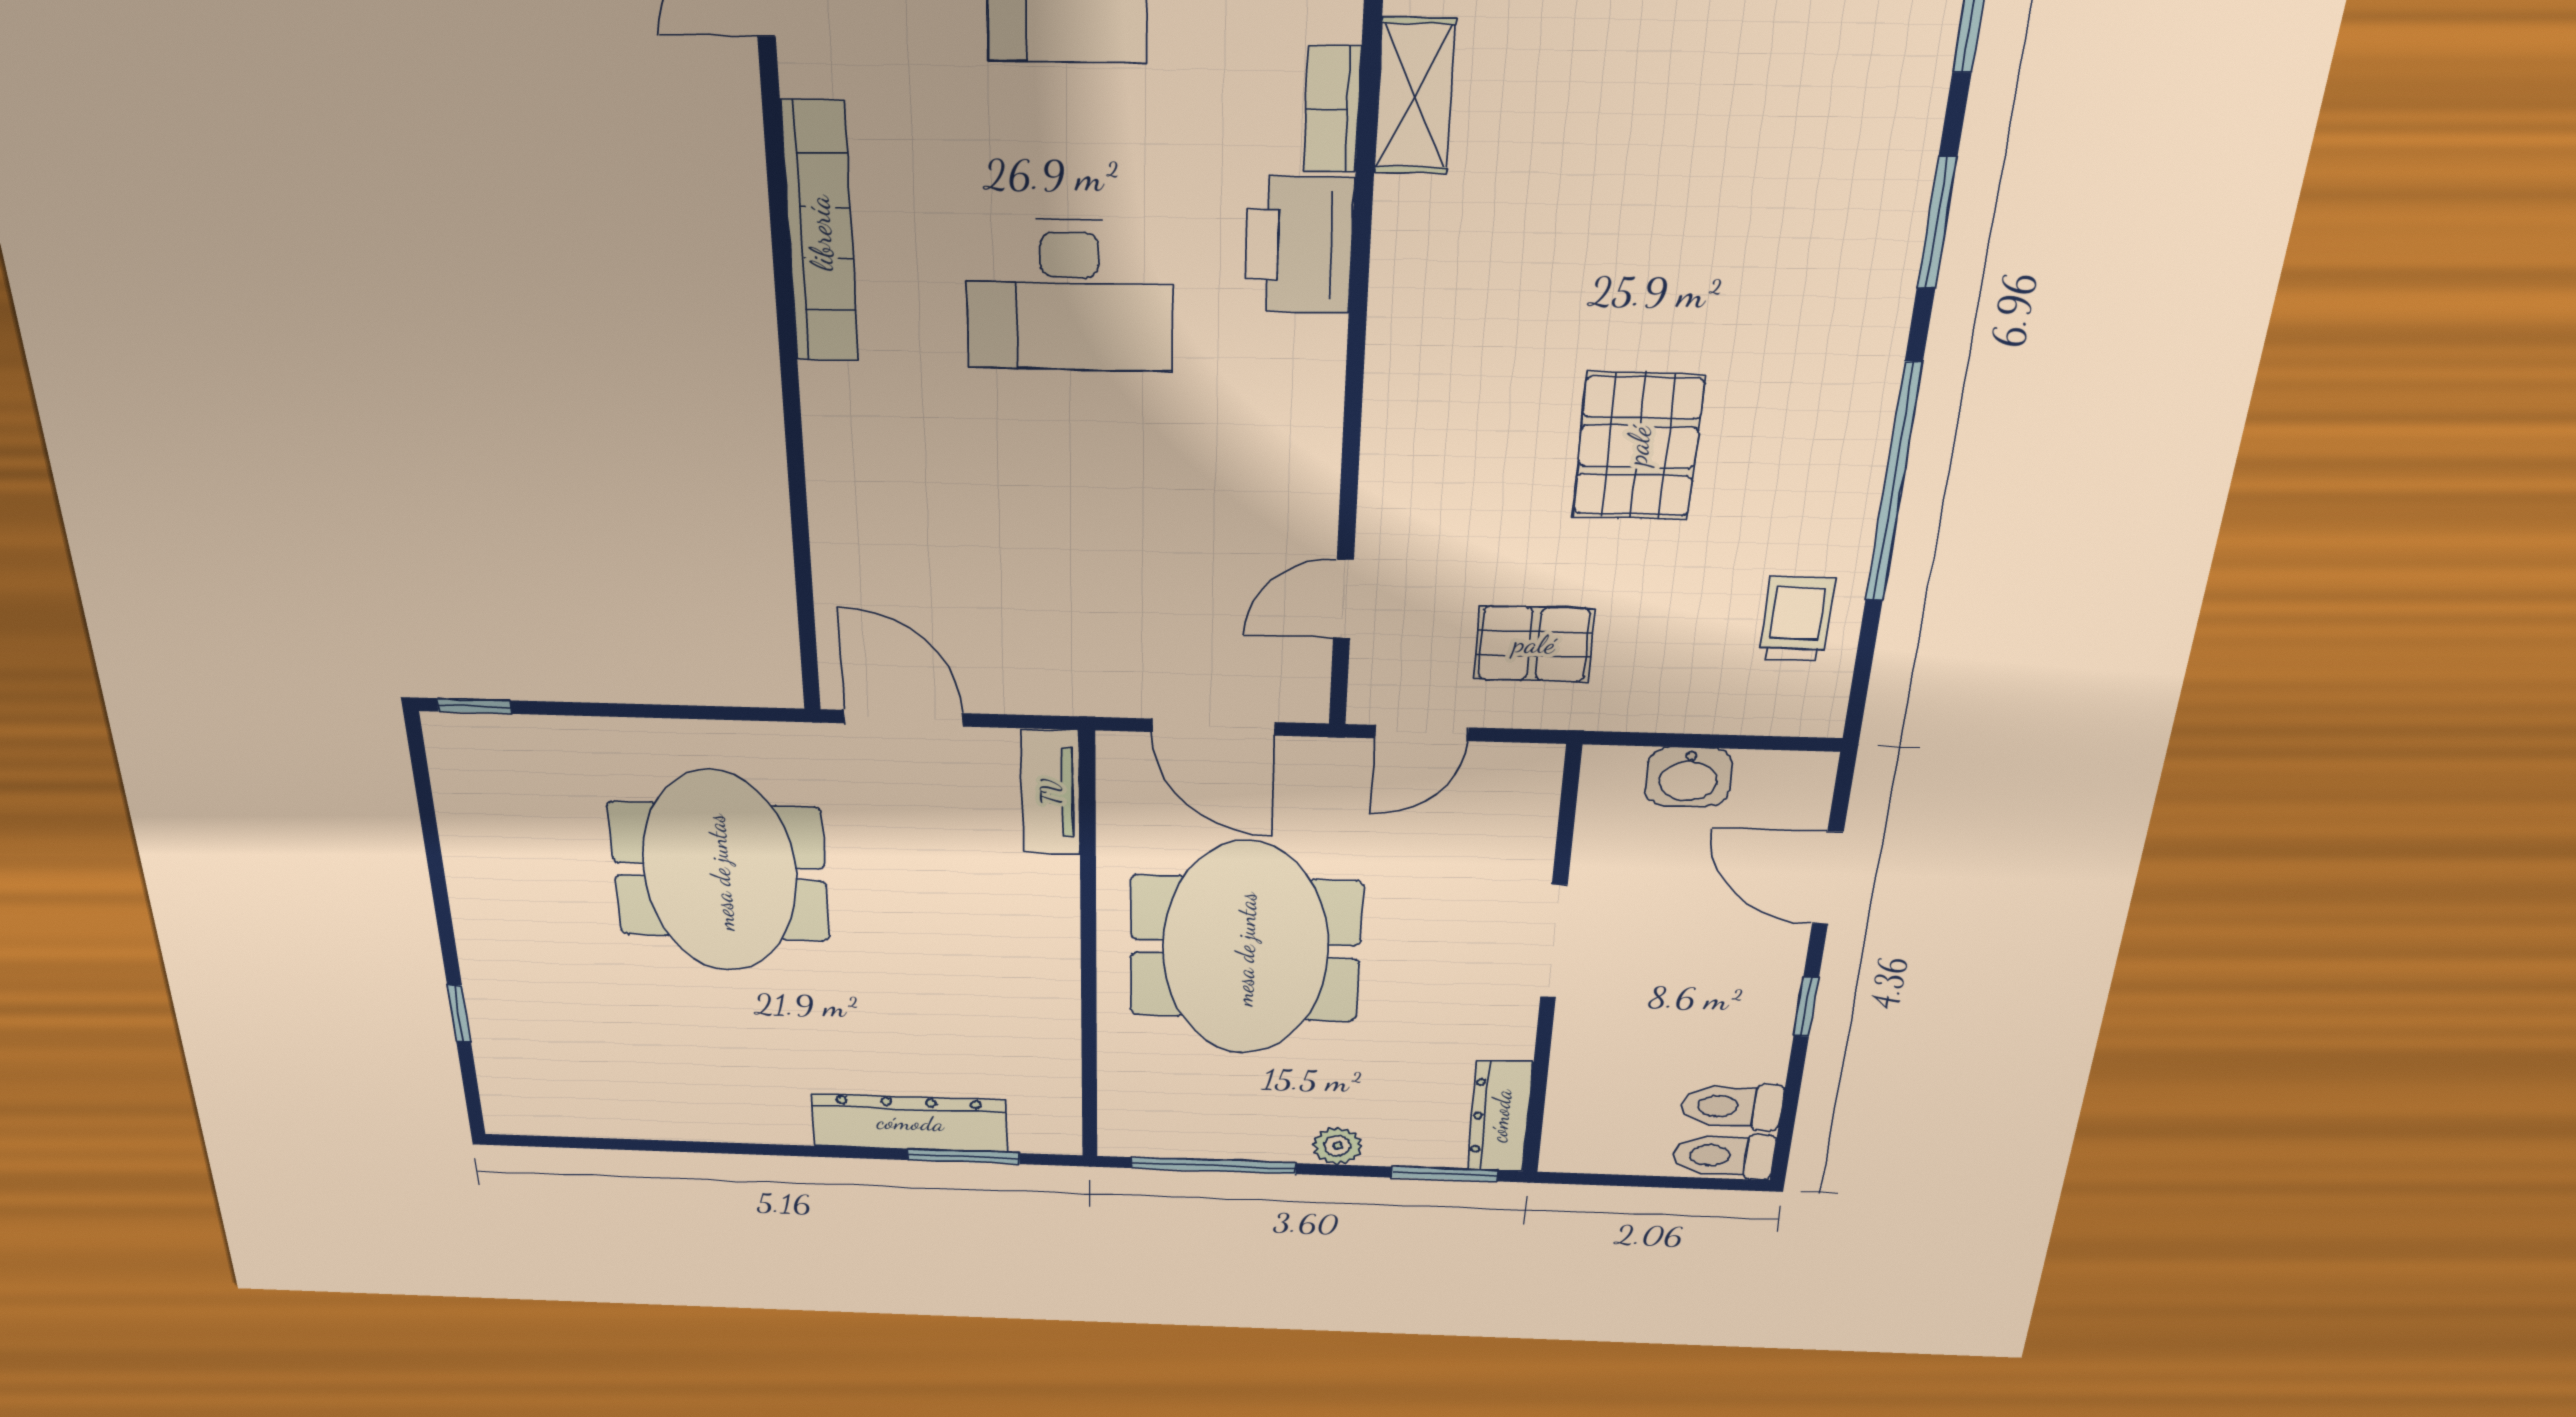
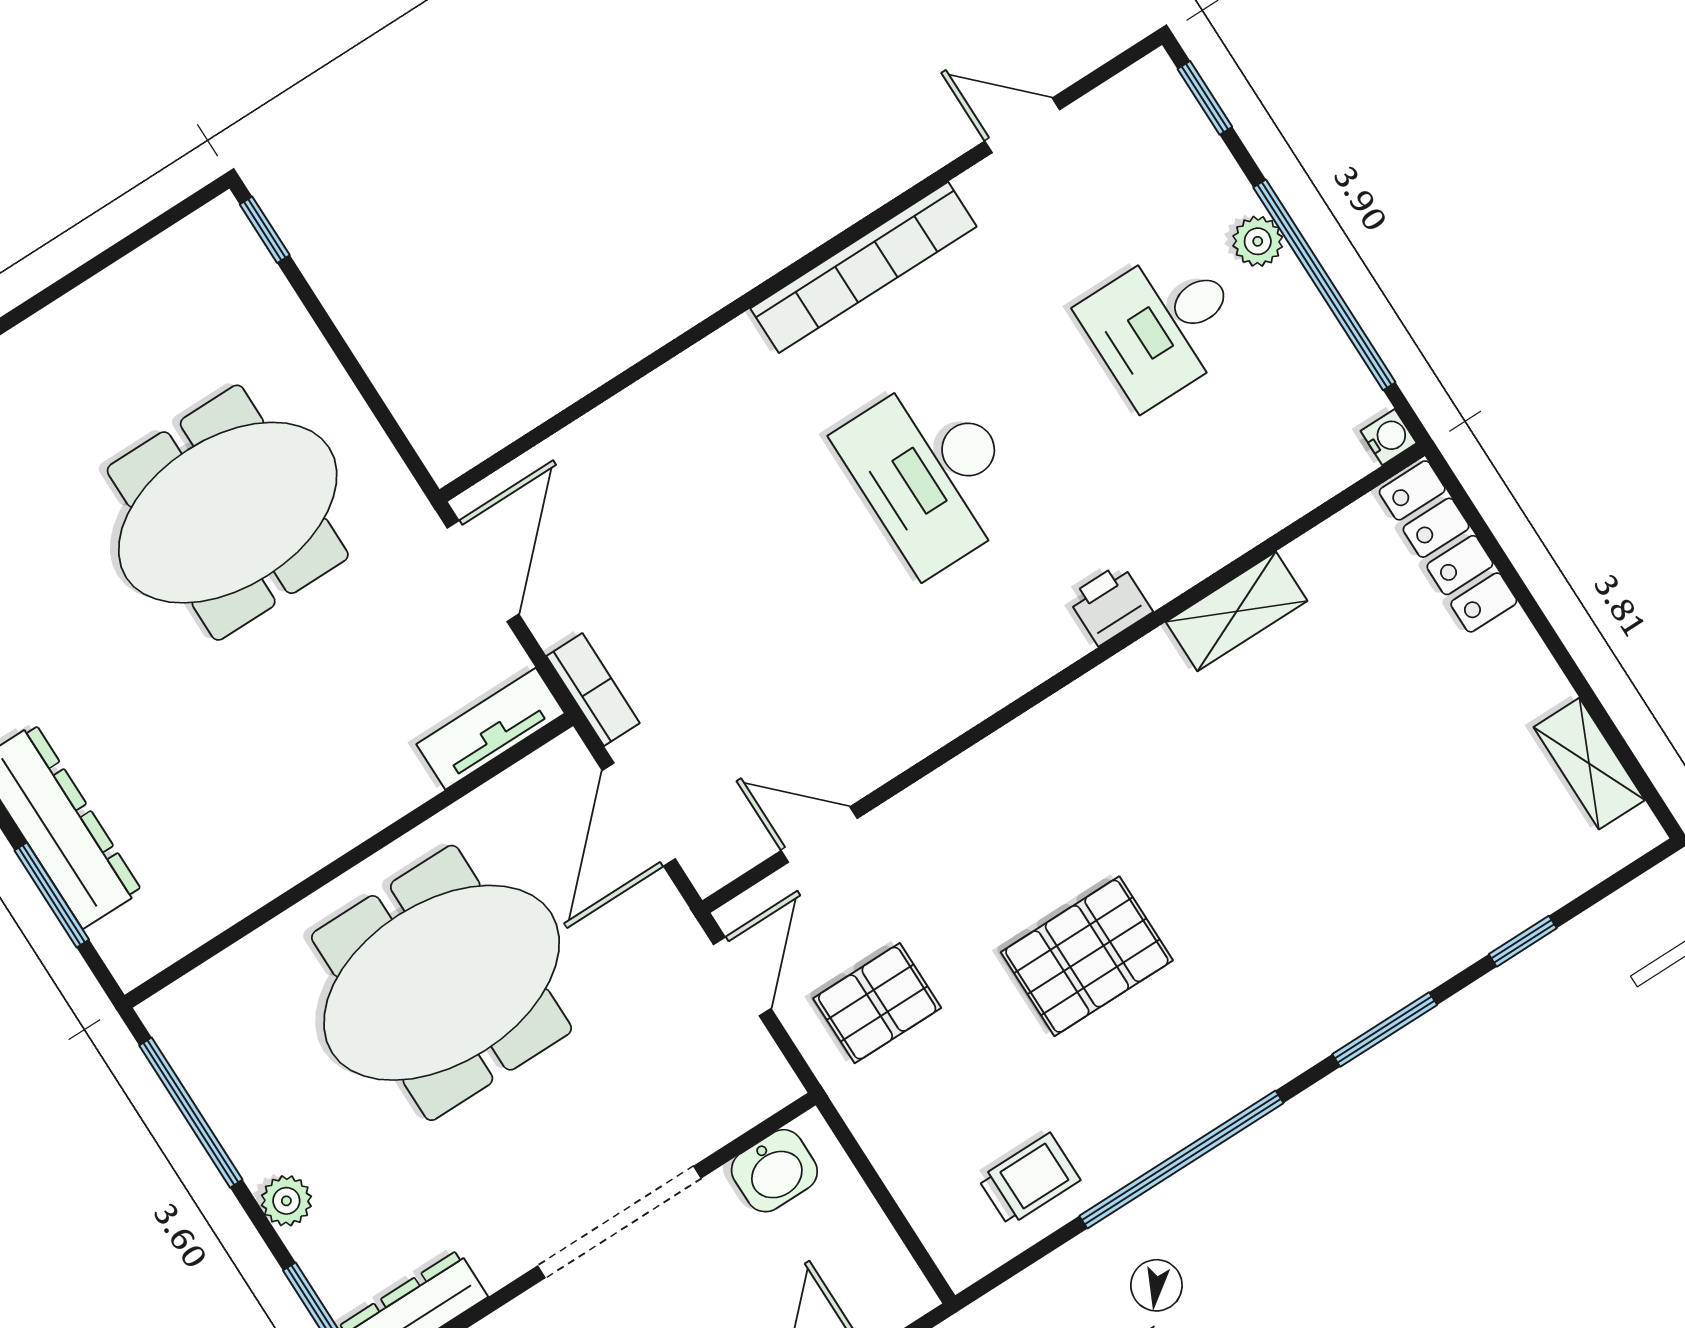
bookcase: (1332, 109) -> (593, 690), moved, turned 90
printer: (1299, 245) -> (1110, 604), width x0.53, depth x0.68
pallet: (1534, 644) -> (877, 1003), turned 90
door: (1422, 733) -> (742, 976), swing flipped
washbasin: (1689, 777) -> (774, 1171), moved, turned -90
doorway: (1554, 942) -> (619, 1222), width x1.36

